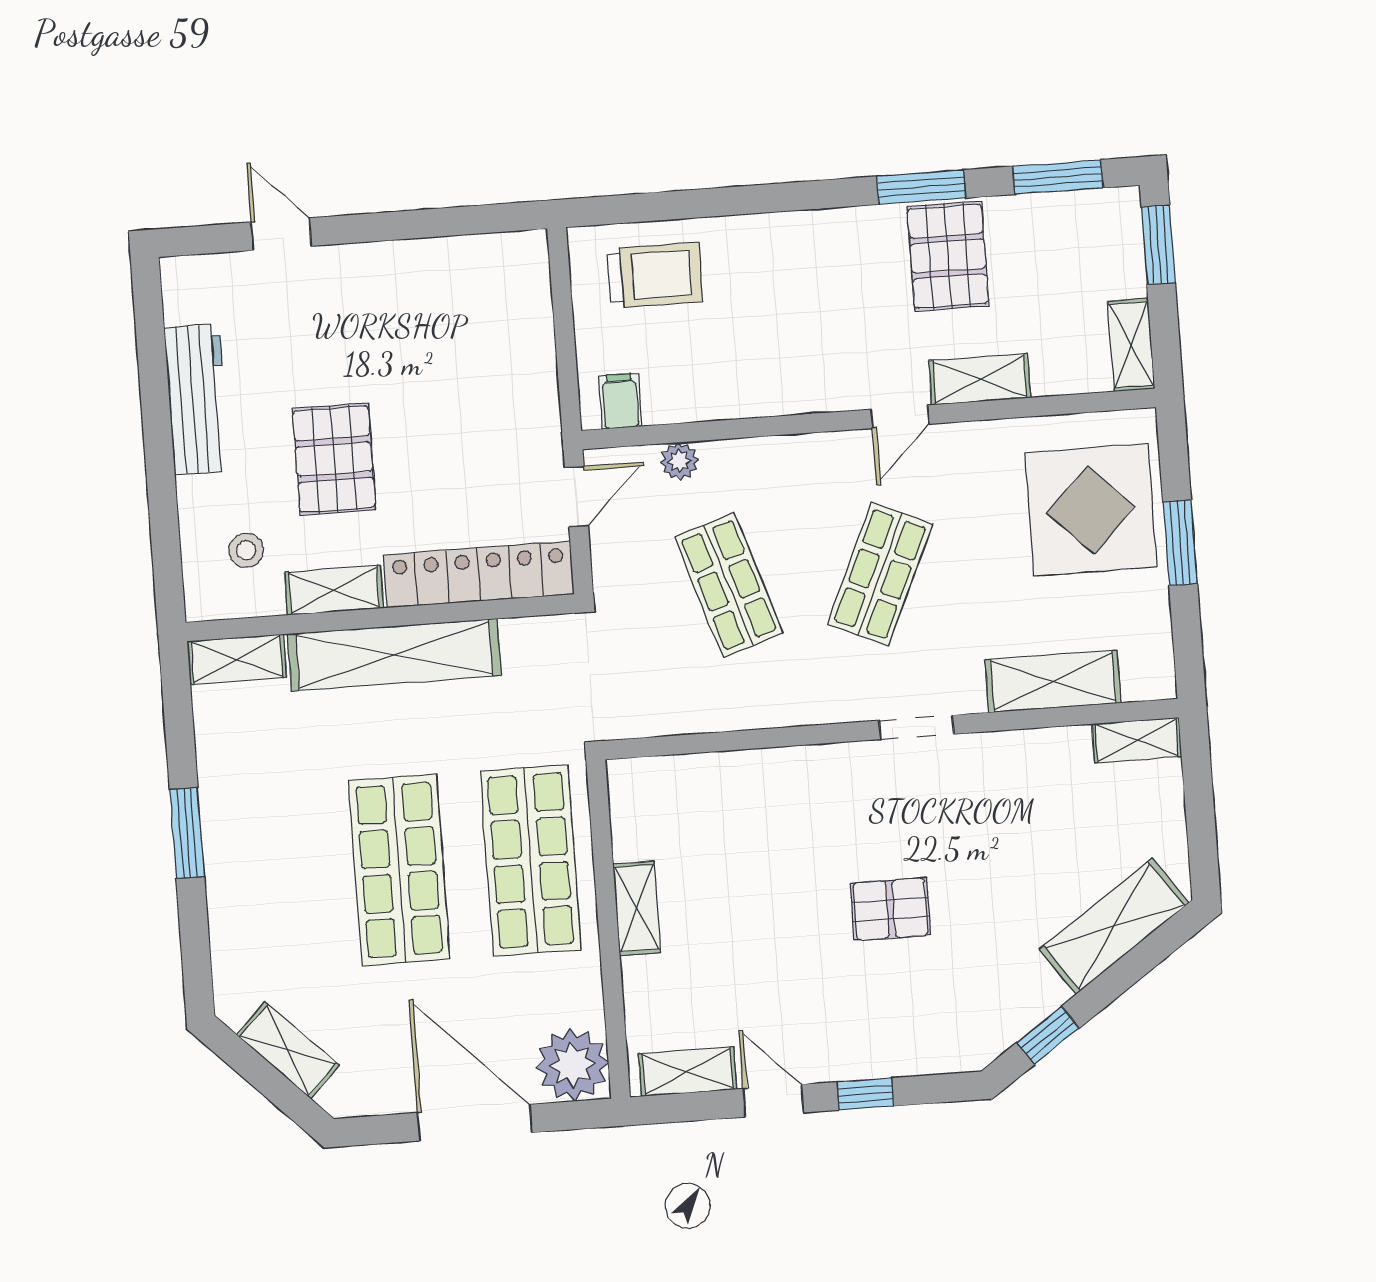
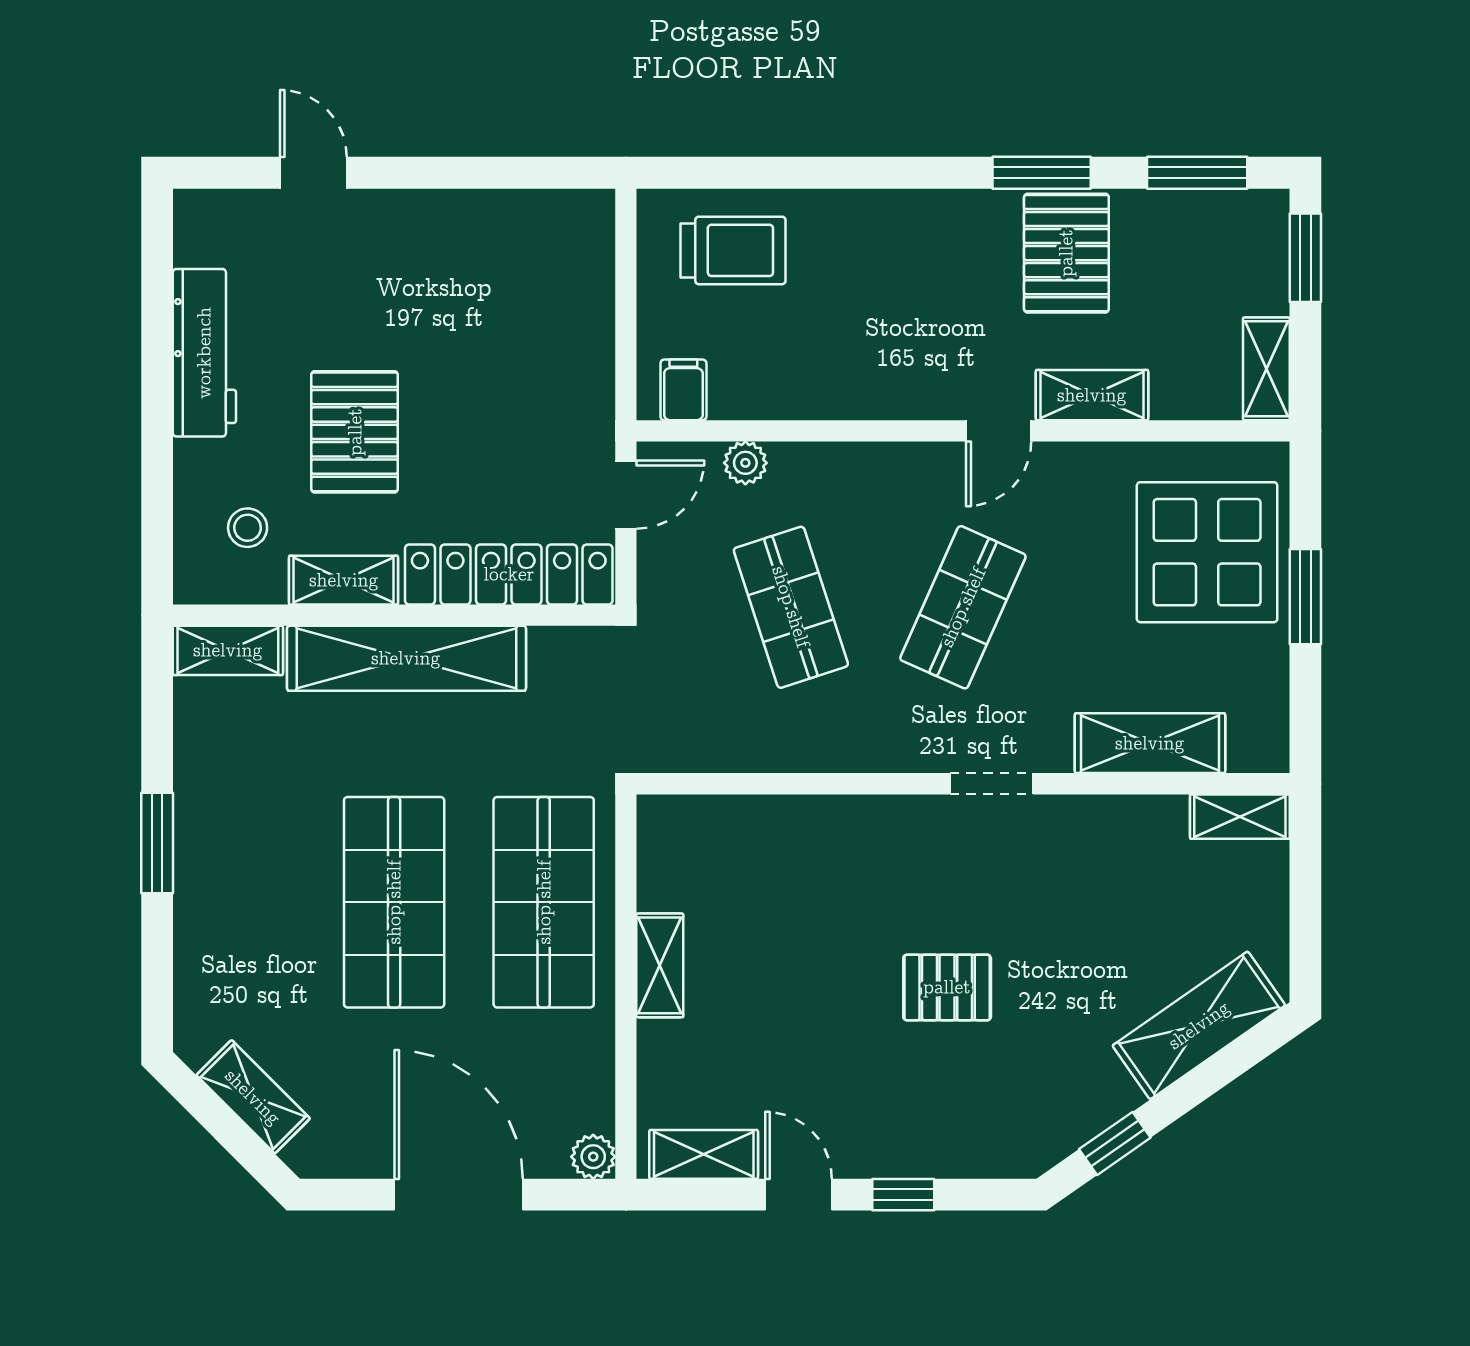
plant: (572, 1065) -> (593, 1157), width x0.53, depth x0.53

